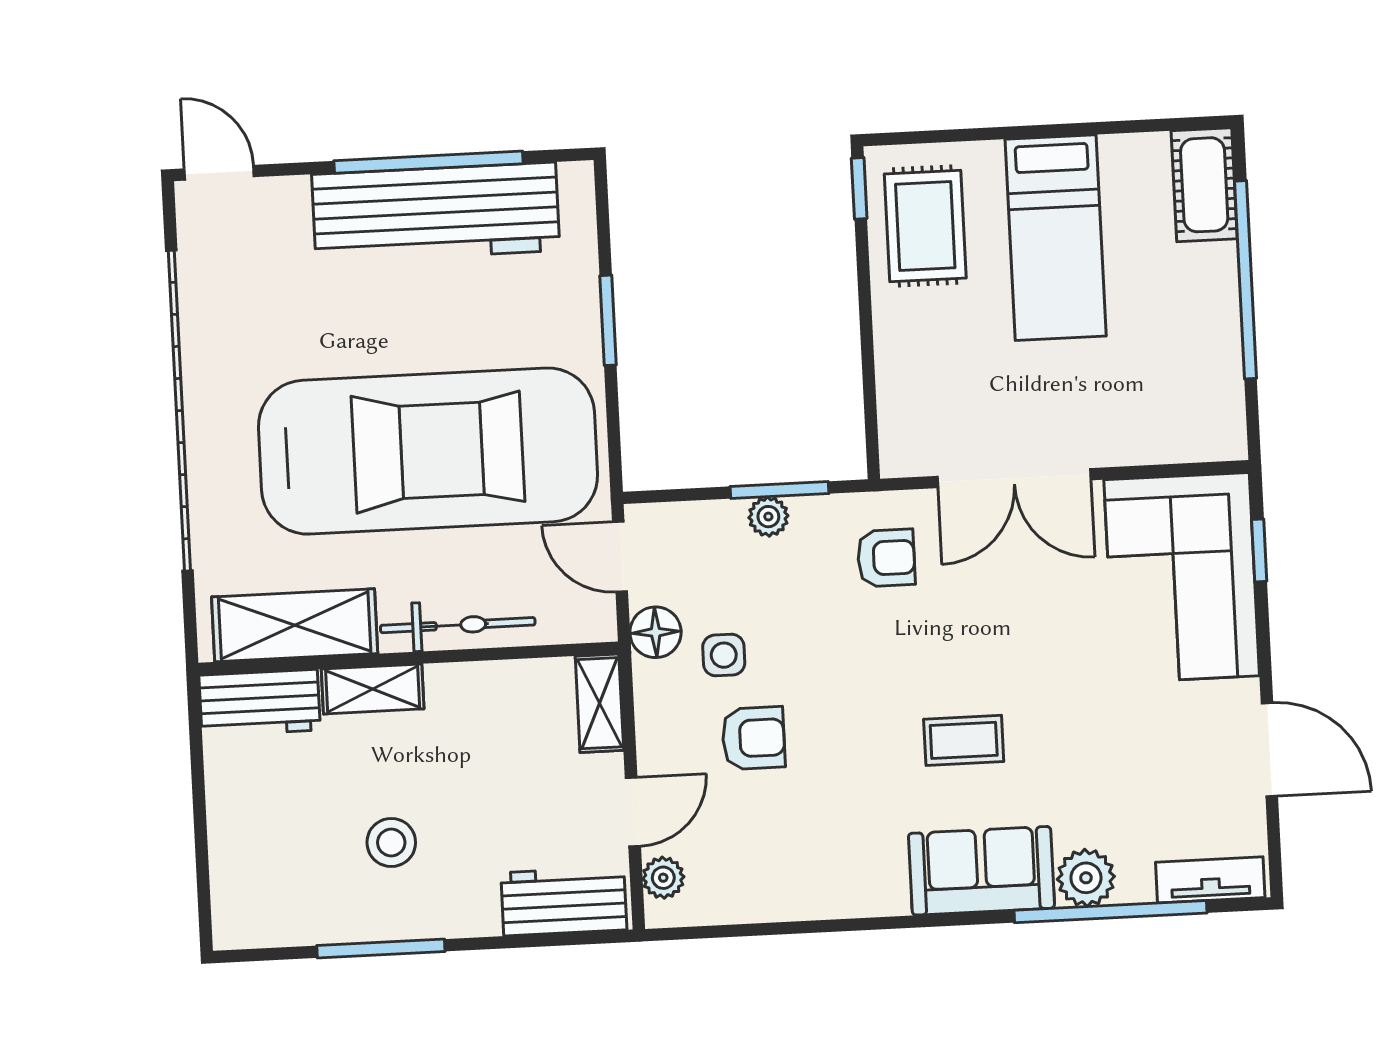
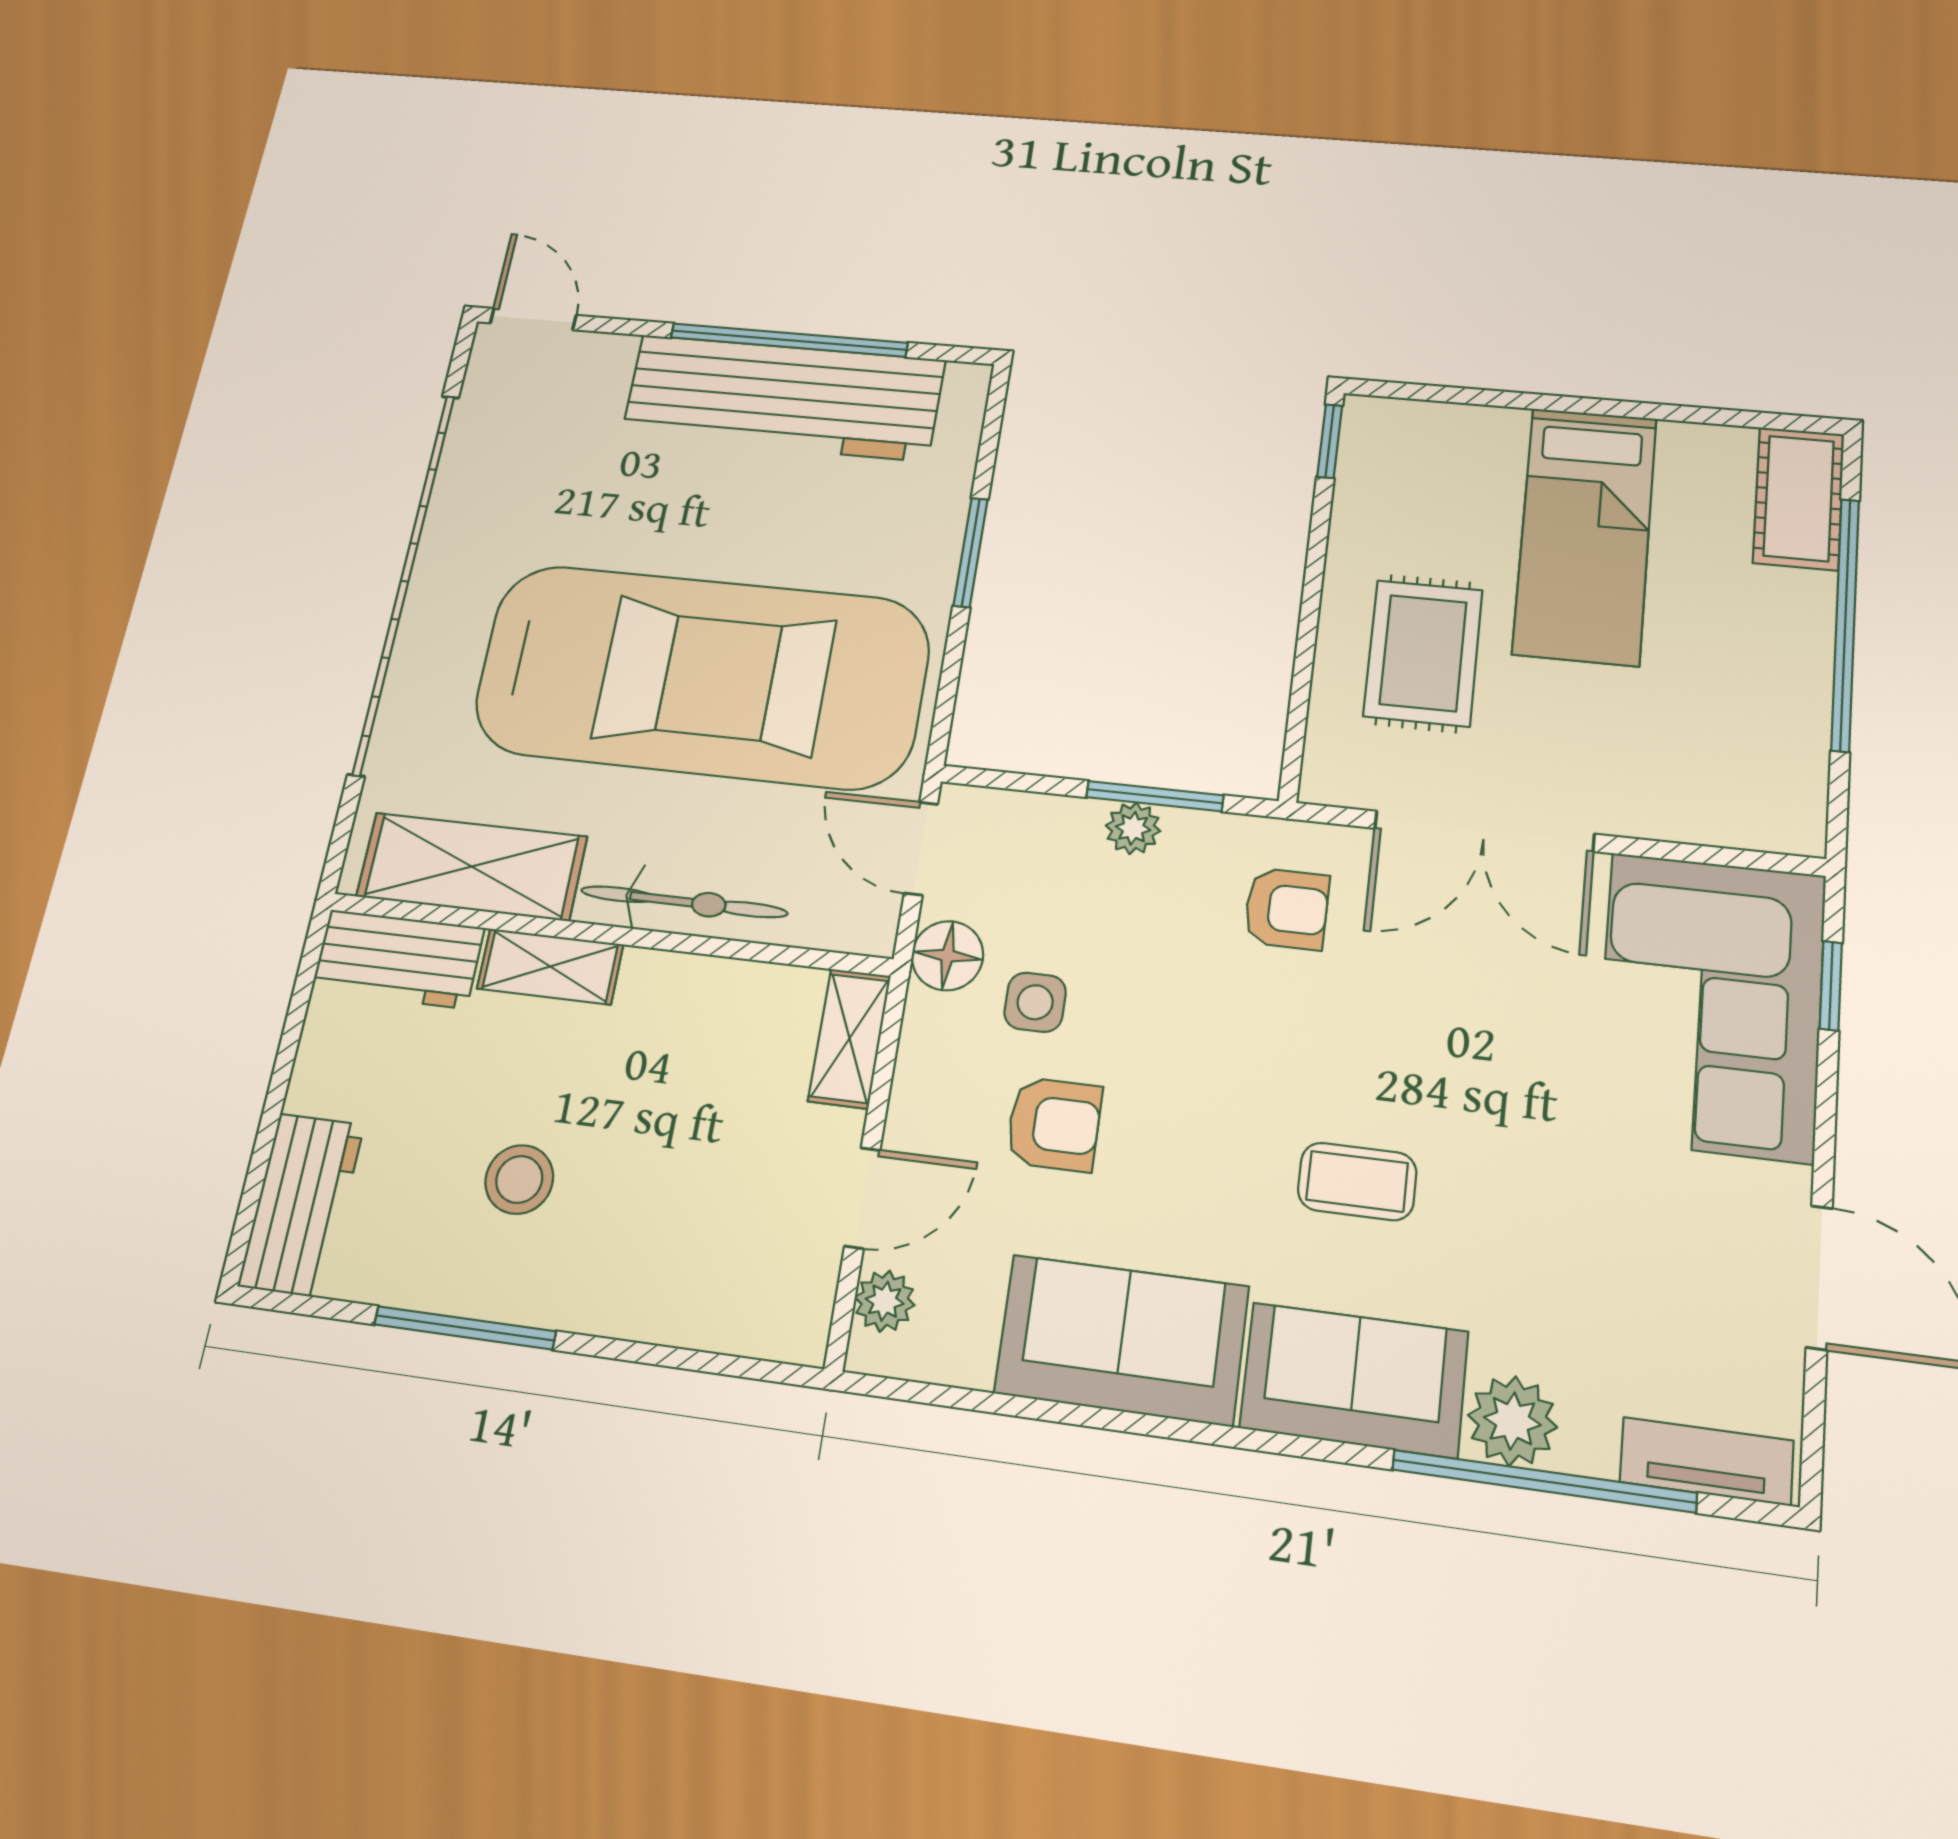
rug: (925, 226) -> (1423, 653), moved
sofa: (826, 873) -> (1122, 1340), added
workbench: (564, 901) -> (301, 1205), moved, turned 90

